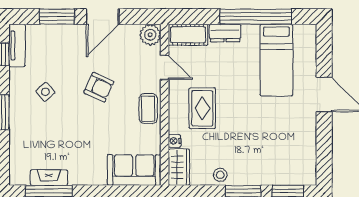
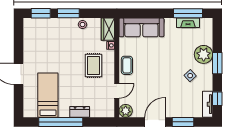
cot: (188, 35) -> (102, 111), removed
door: (165, 67) -> (117, 91), swing flipped
armchair: (99, 87) -> (157, 79), removed
plant: (24, 126) -> (204, 54), added
sofa: (134, 170) -> (141, 27), width x1.36

